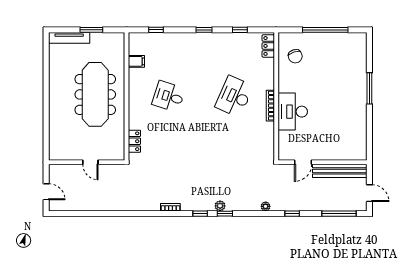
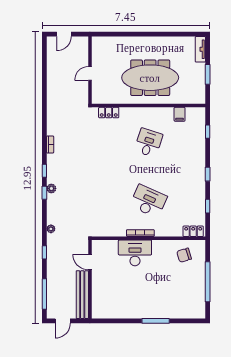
tv unit: (69, 38) -> (200, 49), width x0.71

